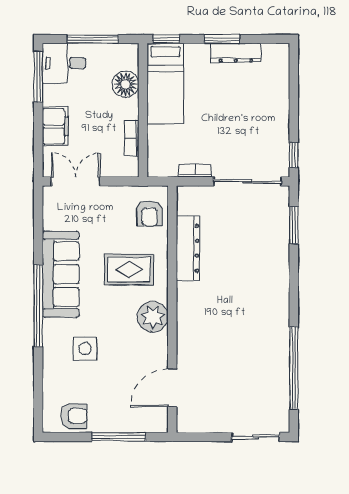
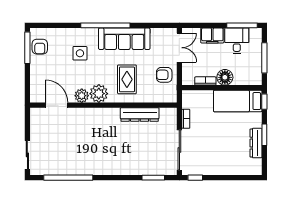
desk: (64, 63) -> (237, 41), moved
floor lamp: (125, 84) -> (225, 77), moved
armchair: (150, 213) -> (164, 75), moved
plant: (156, 346) -> (82, 96), added
window: (119, 437) -> (27, 48), moved

